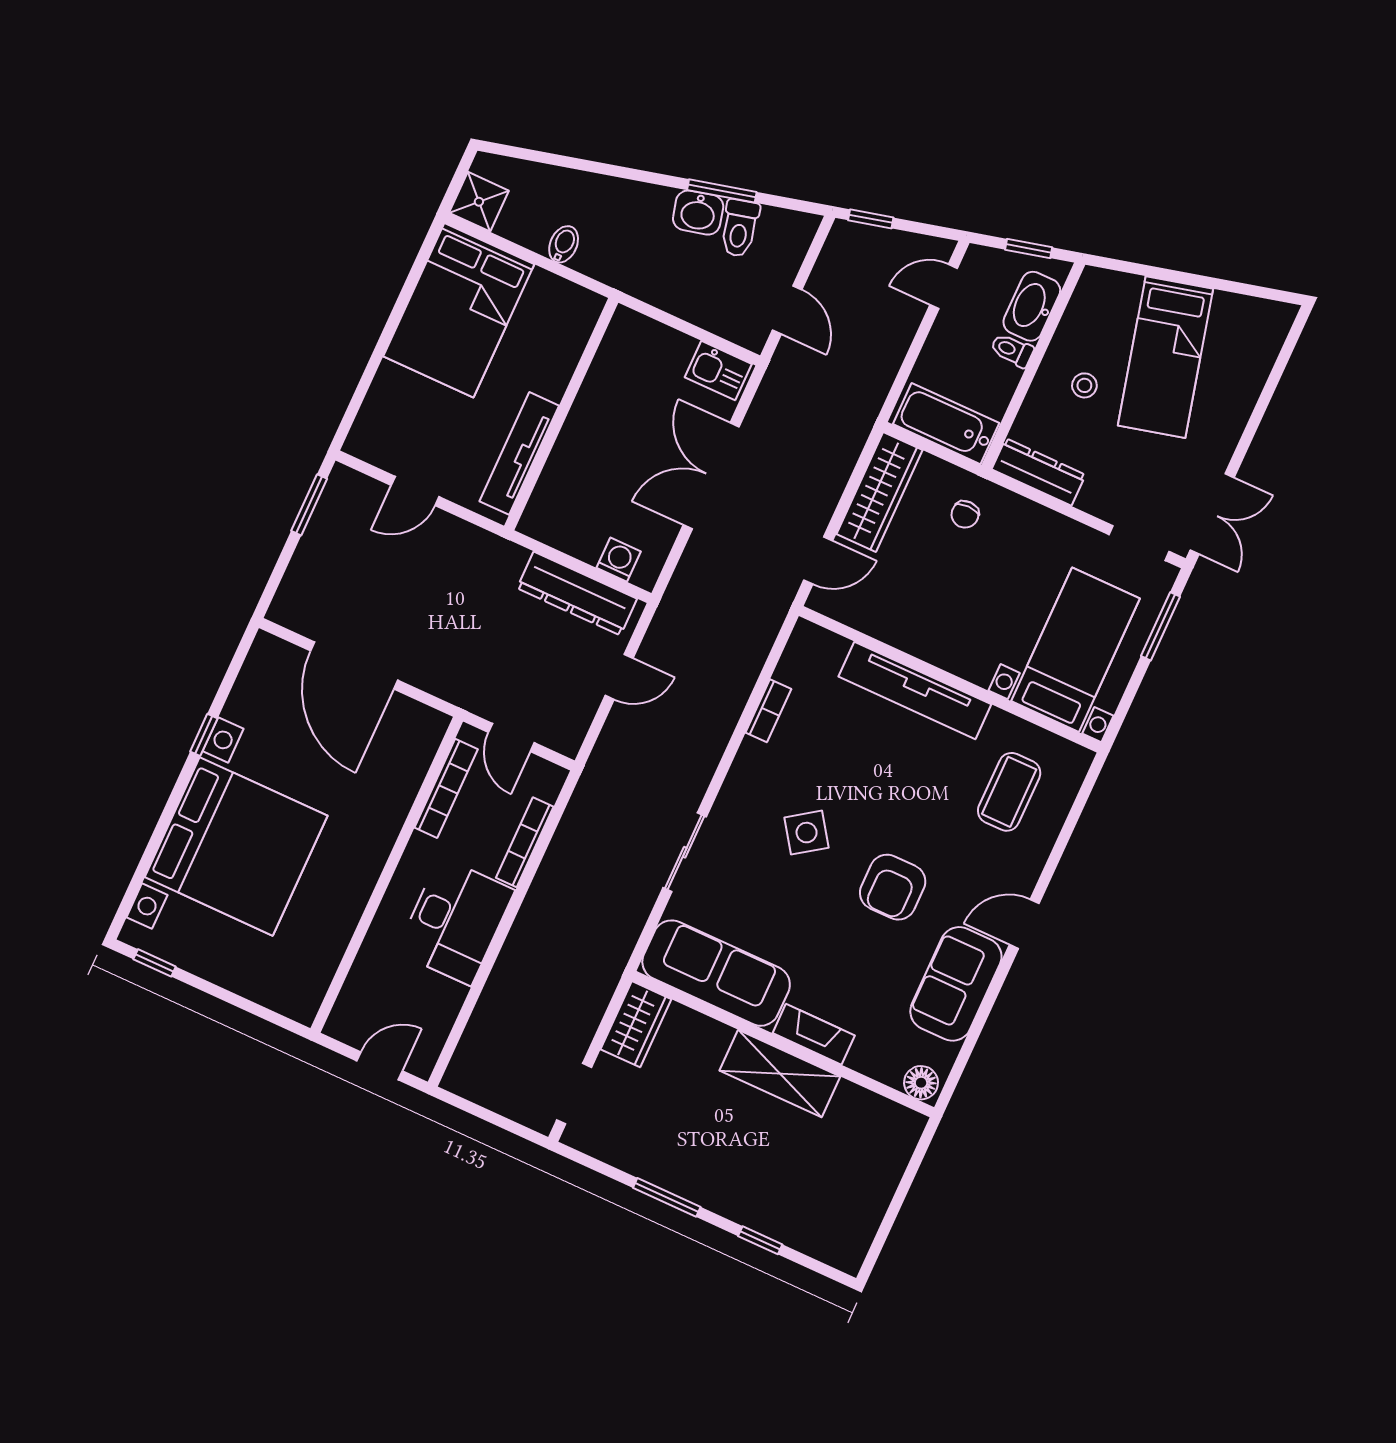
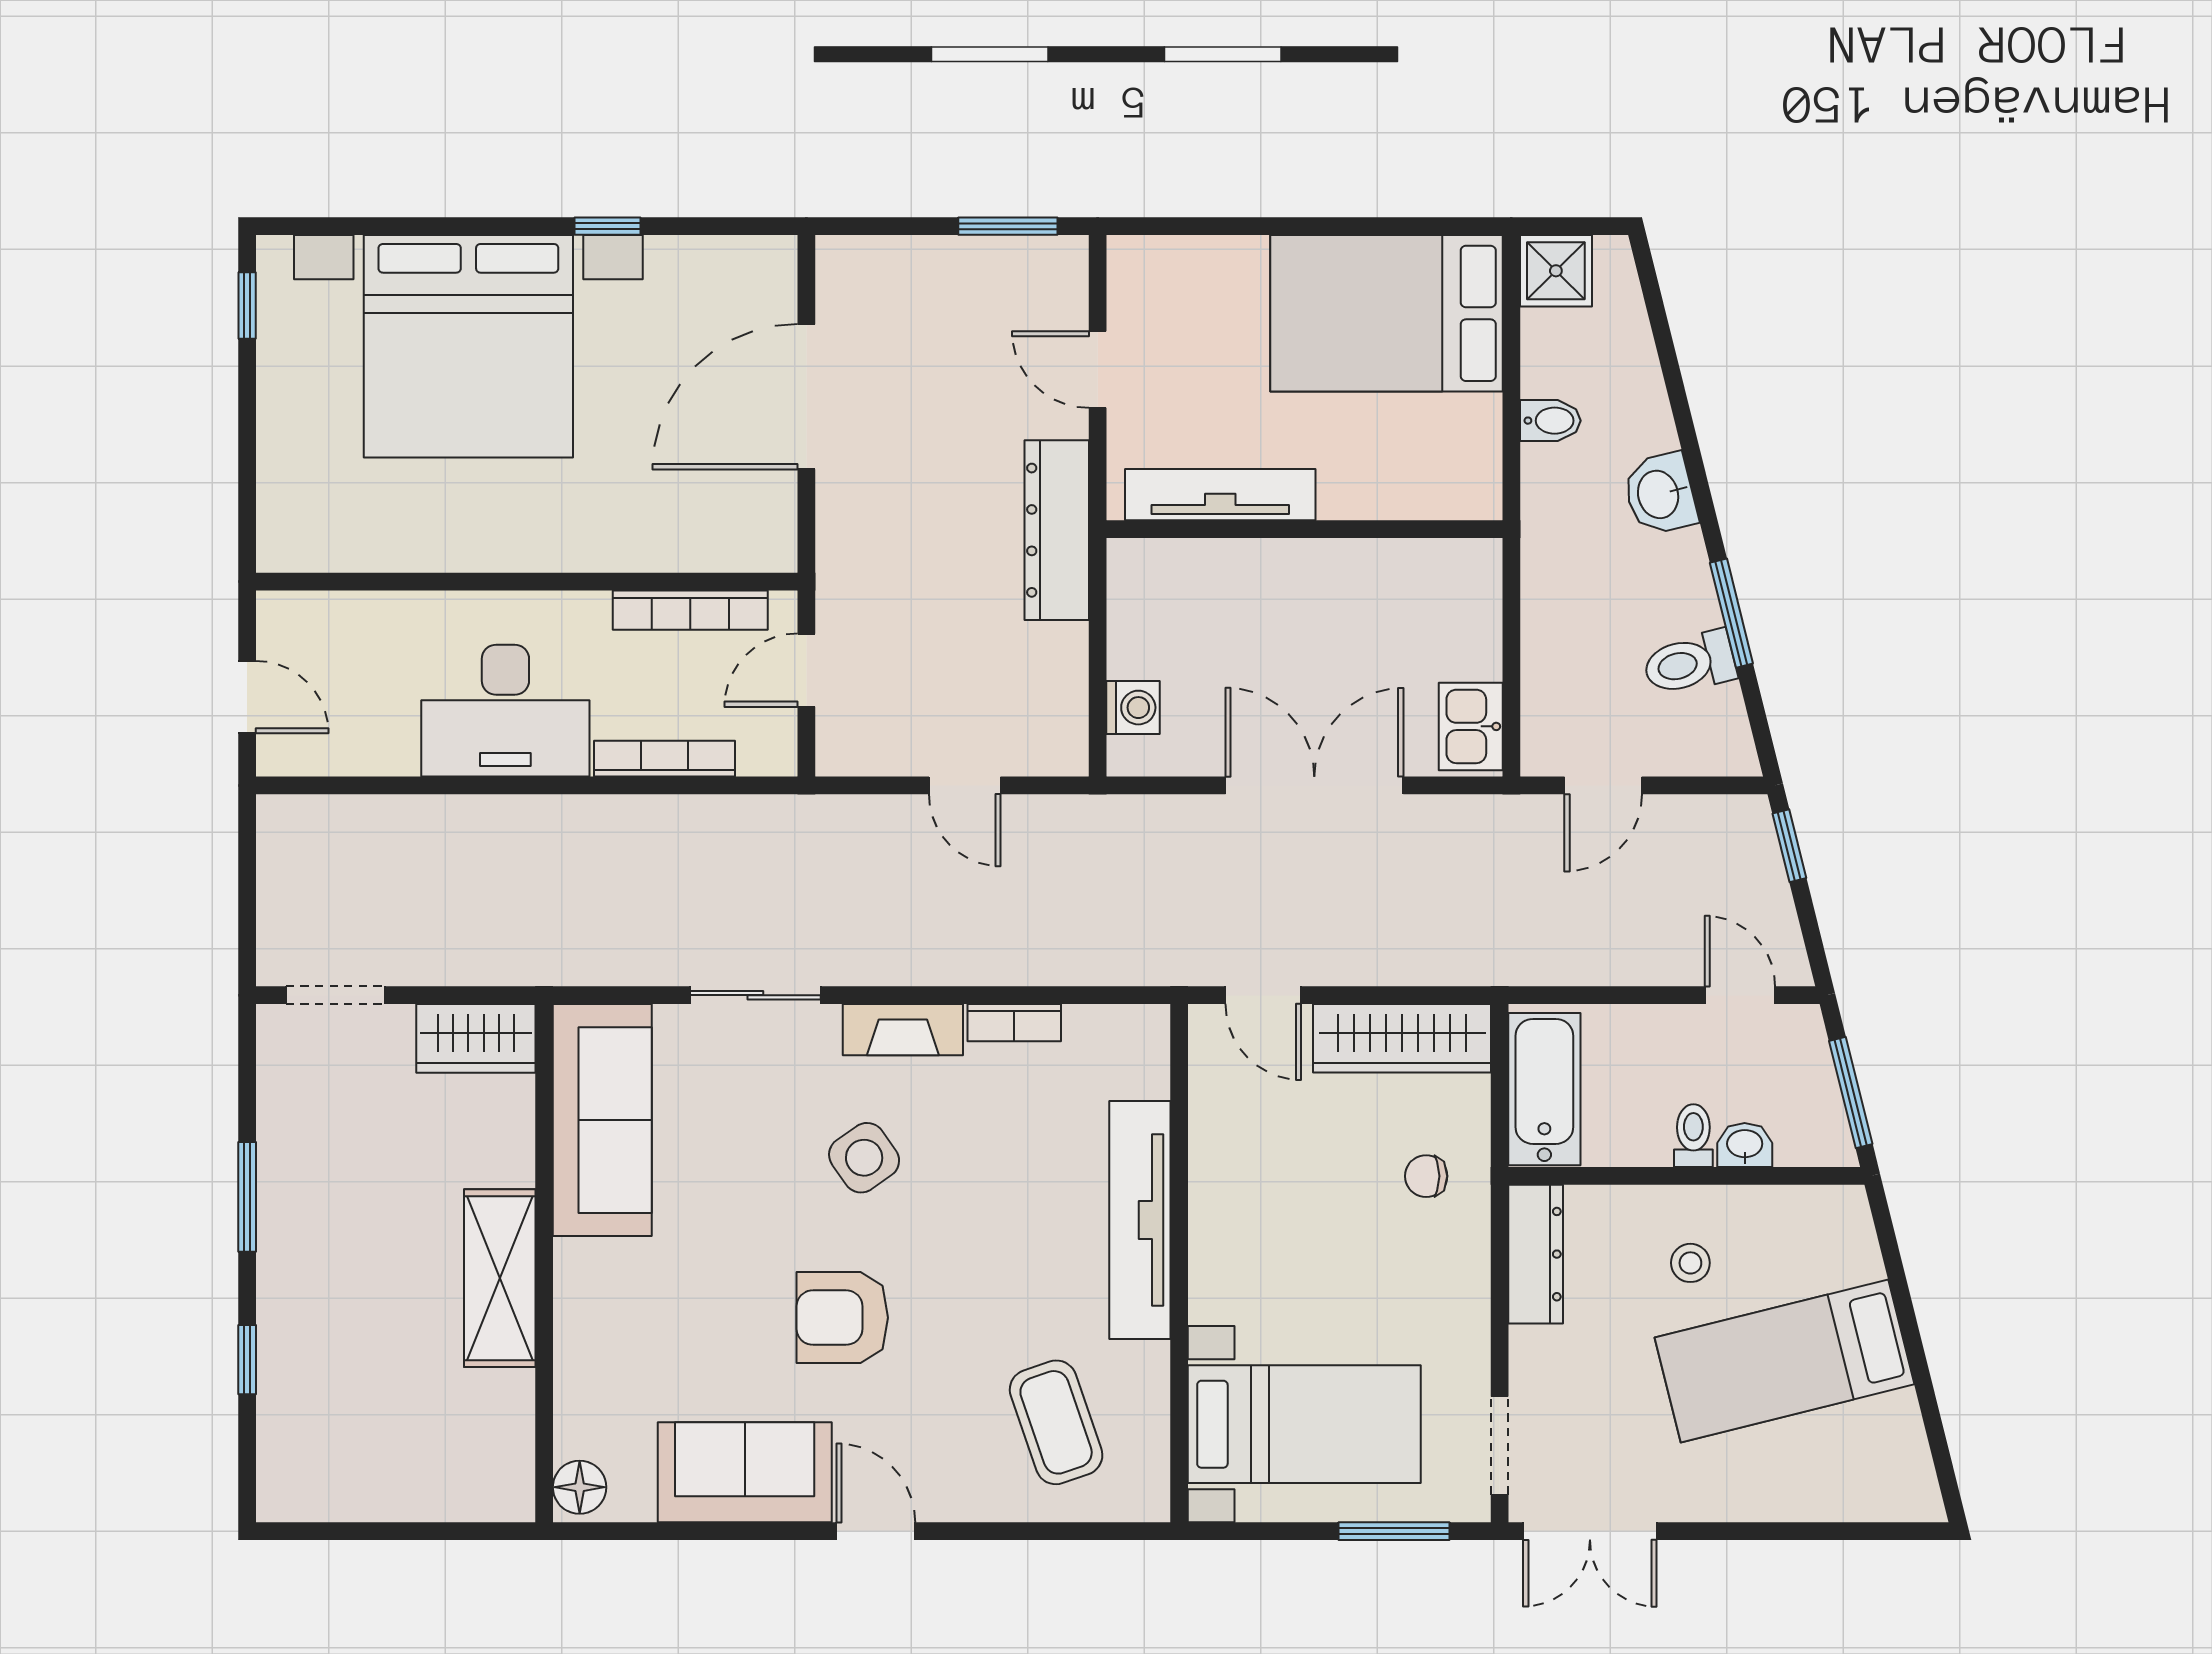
washbasin: (698, 213) -> (1660, 494), moved
window: (1029, 248) -> (1851, 1092), width x1.50
washbasin: (1032, 306) -> (1745, 1145), width x0.52, depth x0.69
dresser: (577, 593) -> (1057, 530), moved
coffee table: (1009, 792) -> (1056, 1422), turned 71
fireplace: (814, 1034) -> (903, 1030), moved, turned 90

